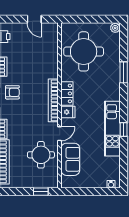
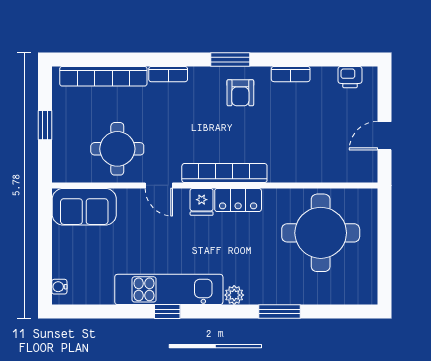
plant: (115, 28) -> (234, 295), moved
sofa: (70, 159) -> (84, 207), moved
window: (41, 192) -> (45, 125), moved

